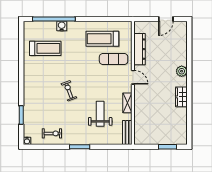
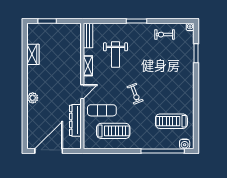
door: (166, 19) -> (49, 151), width x1.88
water cooler: (62, 26) -> (185, 144), moved
door: (133, 77) -> (82, 92), swing flipped
exercise bike: (69, 91) -> (135, 94), moved
wardrobe: (181, 97) -> (33, 54), moved

